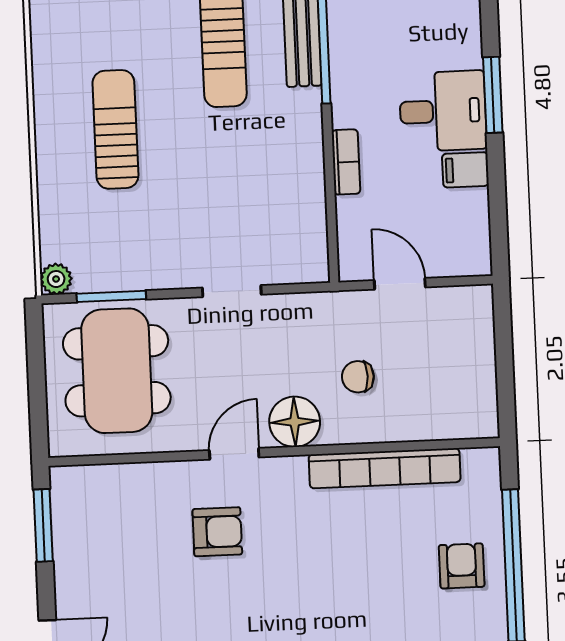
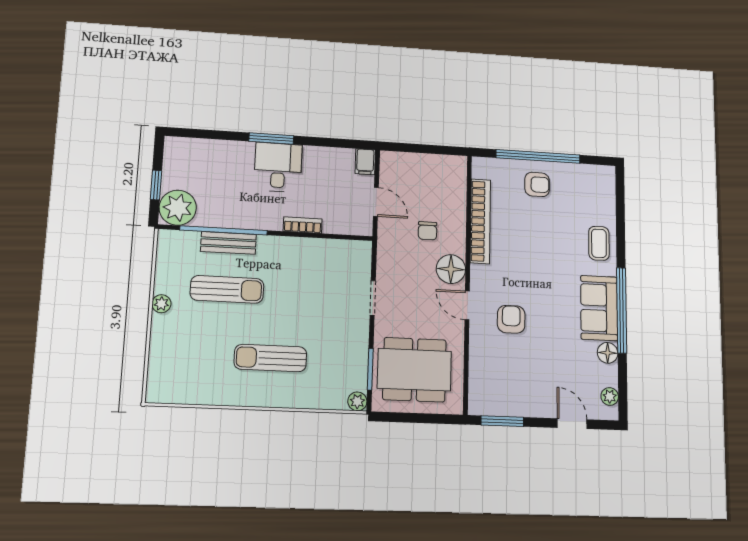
filing cabinet: (465, 170) -> (365, 162), moved
door: (400, 284) -> (376, 202), swing flipped
armchair: (462, 566) -> (537, 184), turned 180

